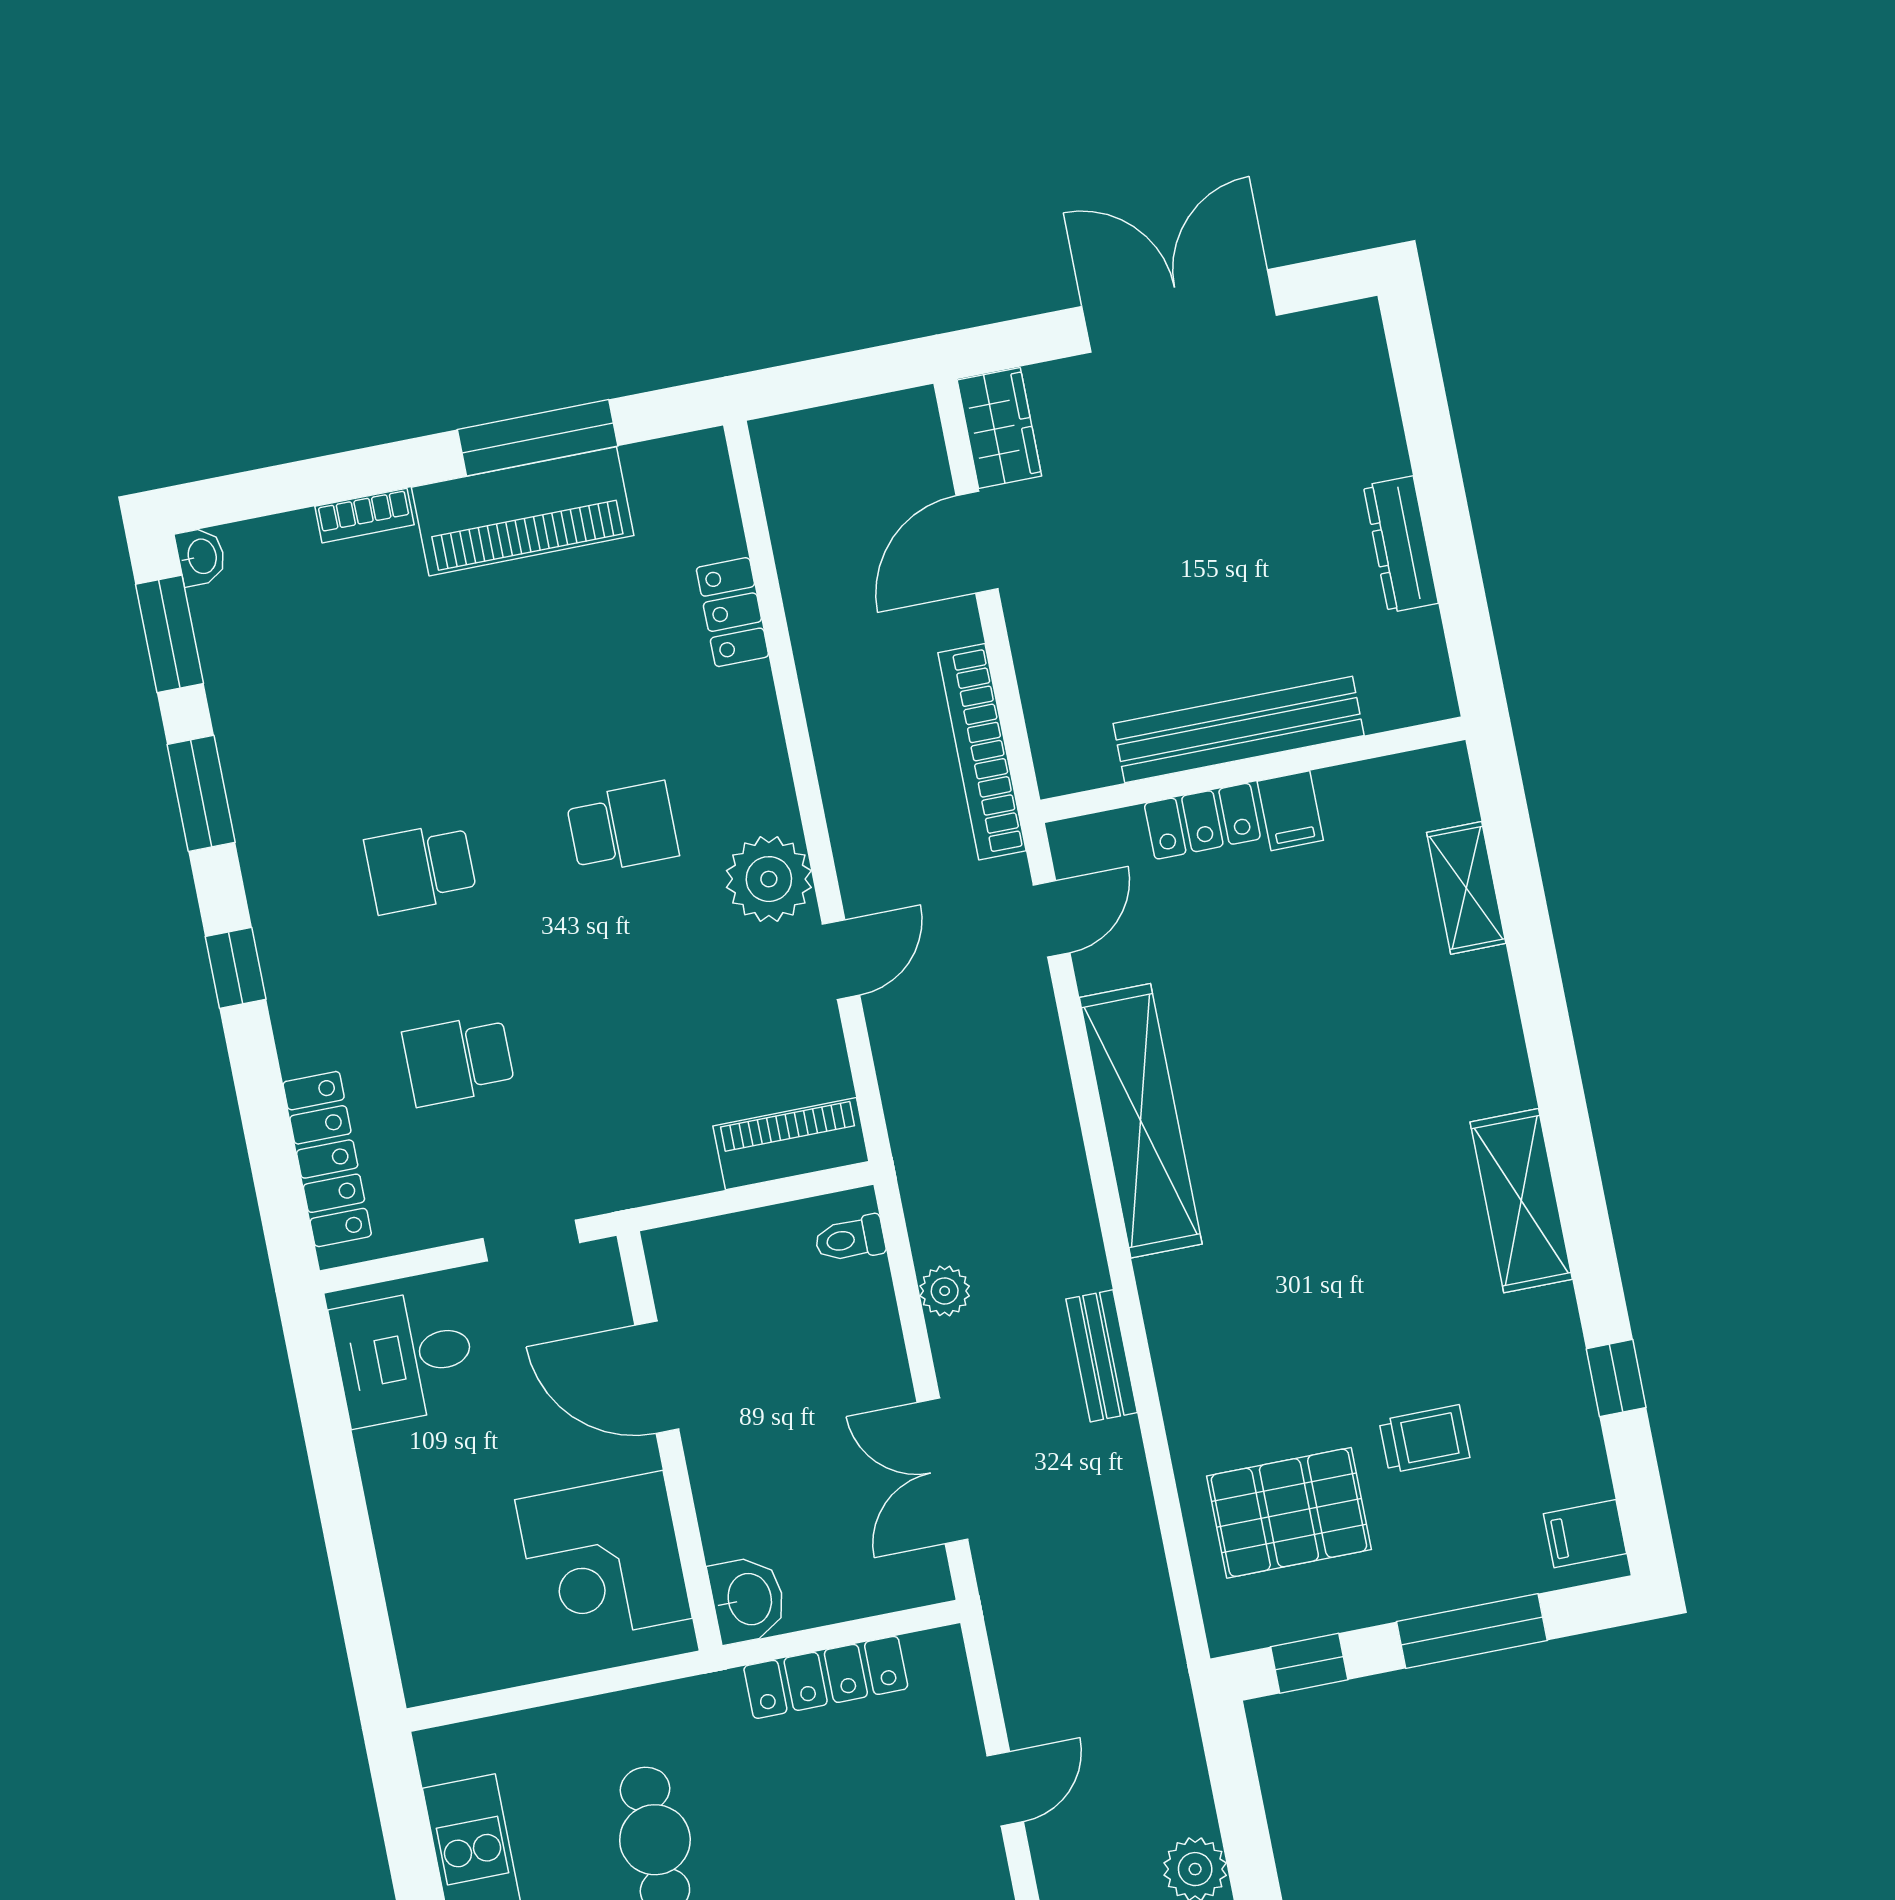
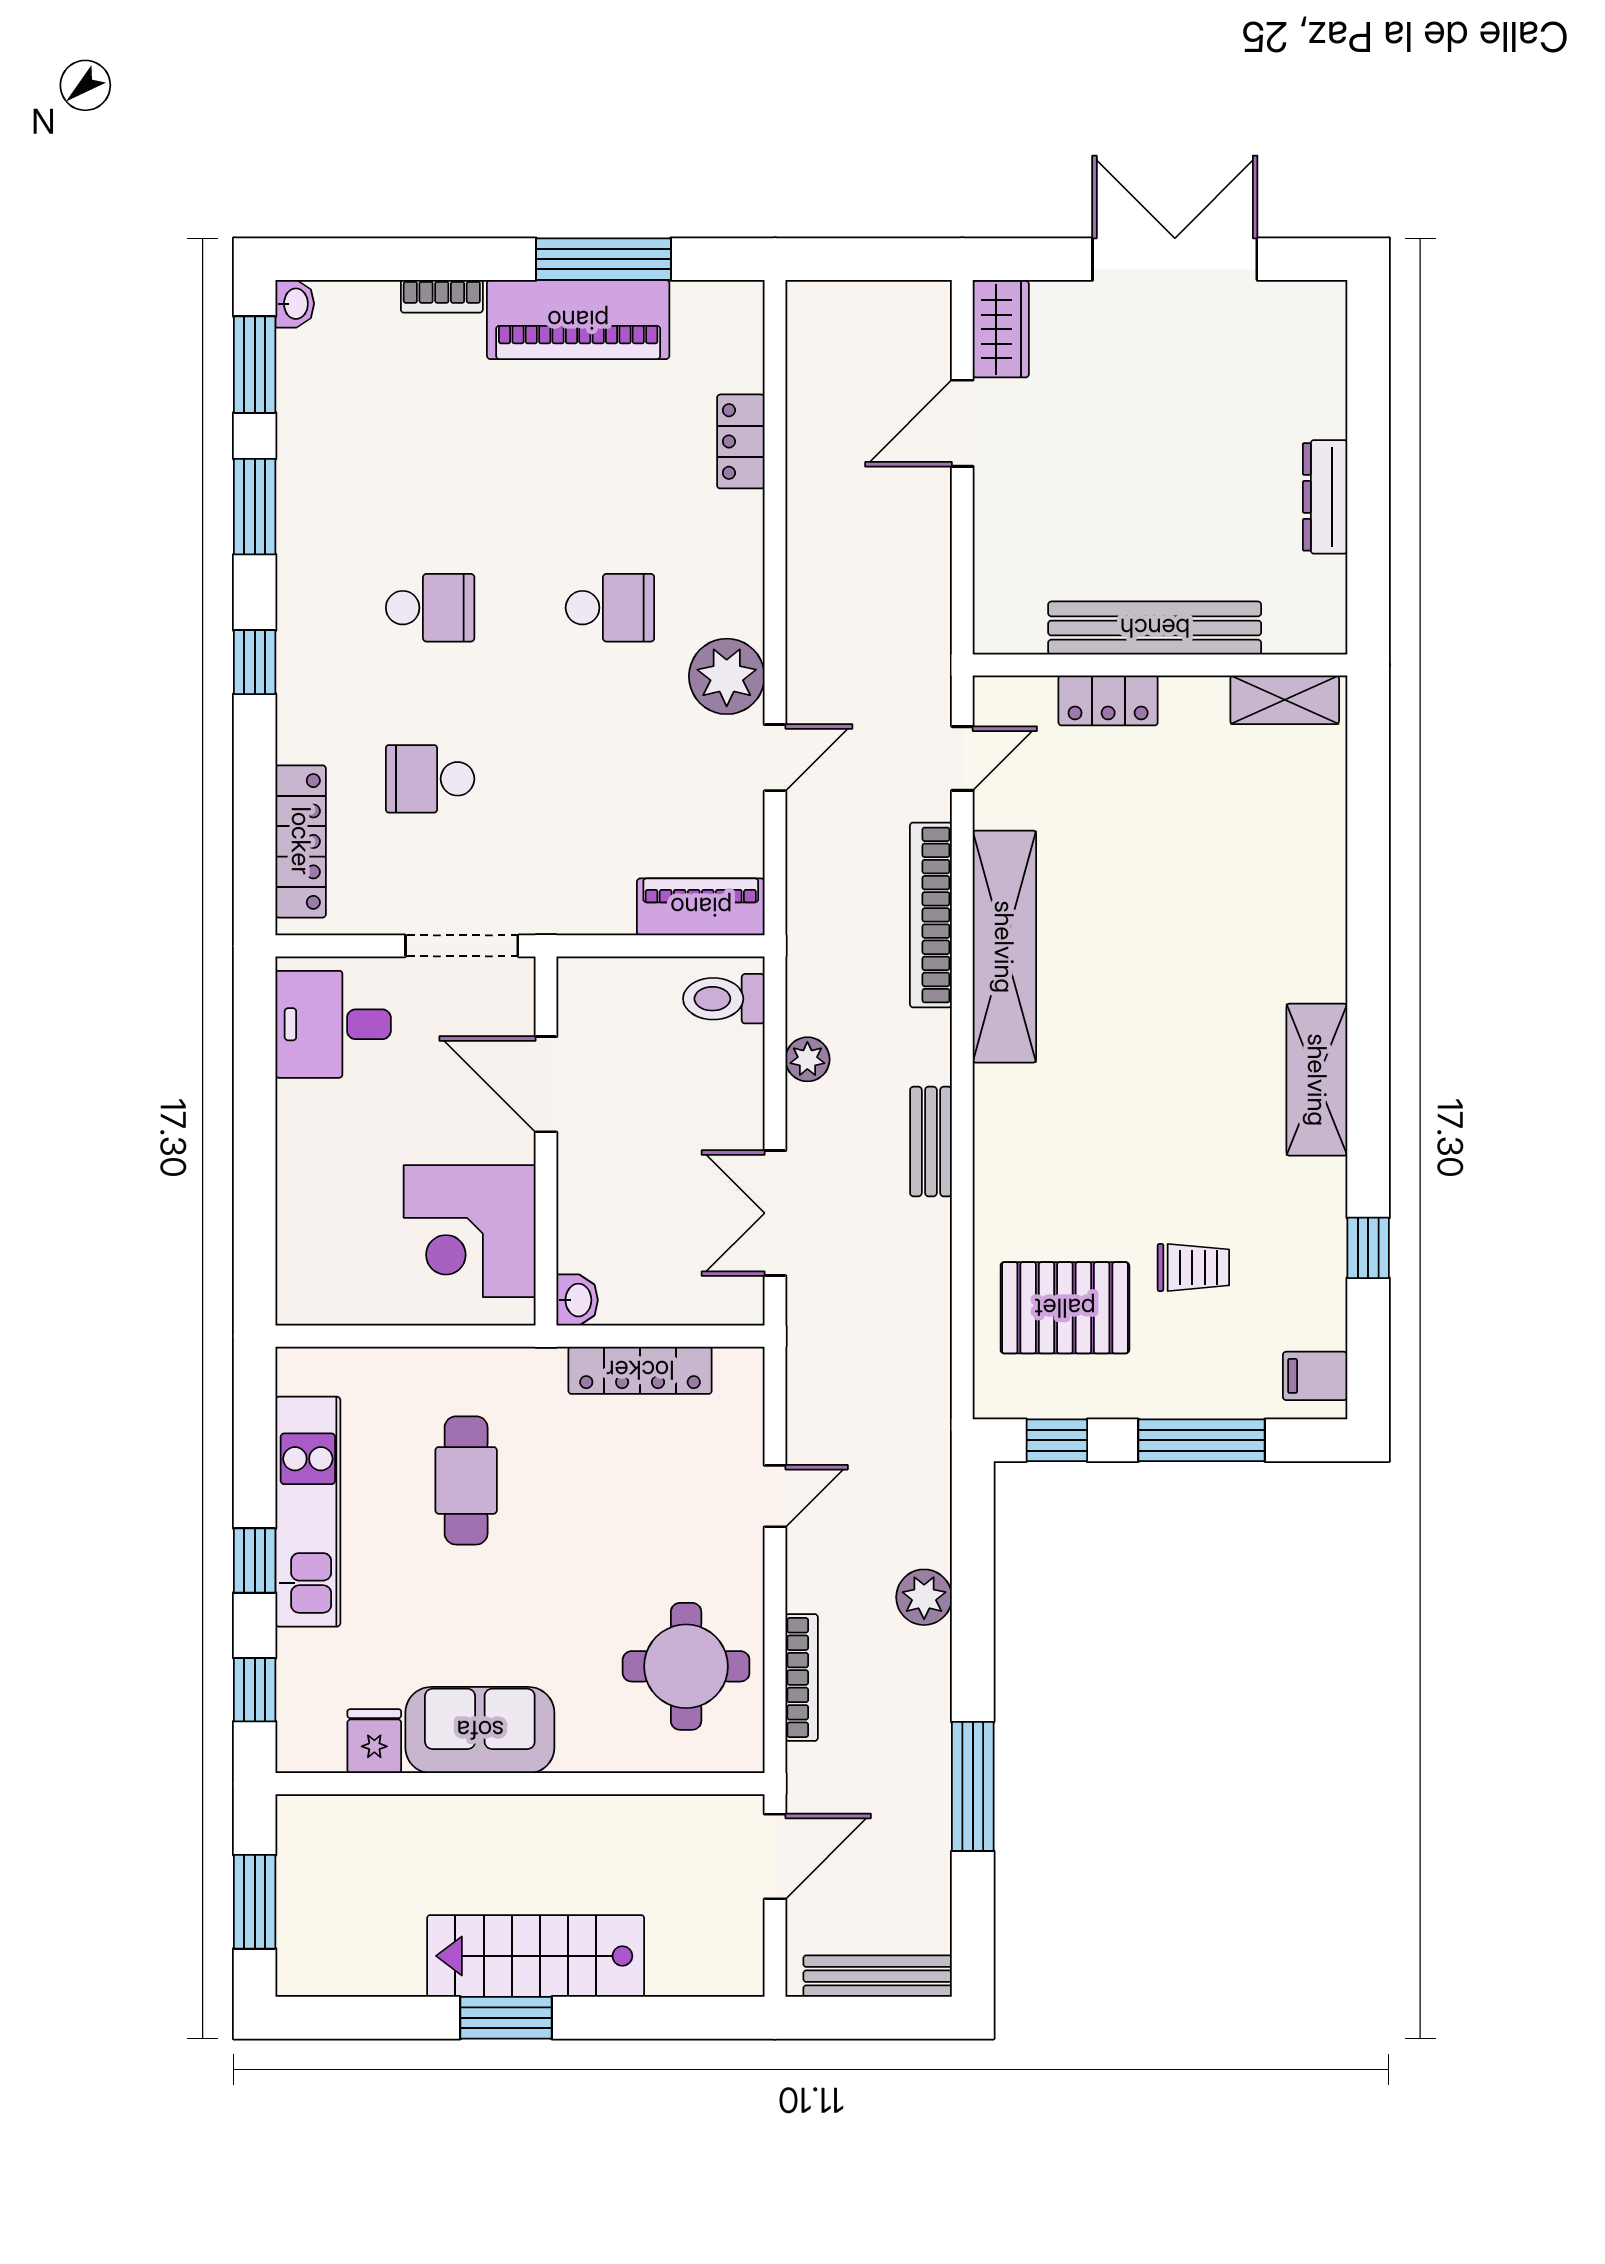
bookcase: (982, 752) -> (931, 915), moved
filing cabinet: (1290, 811) -> (1185, 706), removed
school desk: (420, 868) -> (430, 608), turned 180
shelving: (1466, 888) -> (1285, 700), moved, turned 90
toilet: (850, 1239) -> (724, 999), width x1.37, depth x1.39
doorway: (531, 1241) -> (462, 946), width x1.38
washbasin: (748, 1599) -> (577, 1300), width x0.72, depth x0.69

